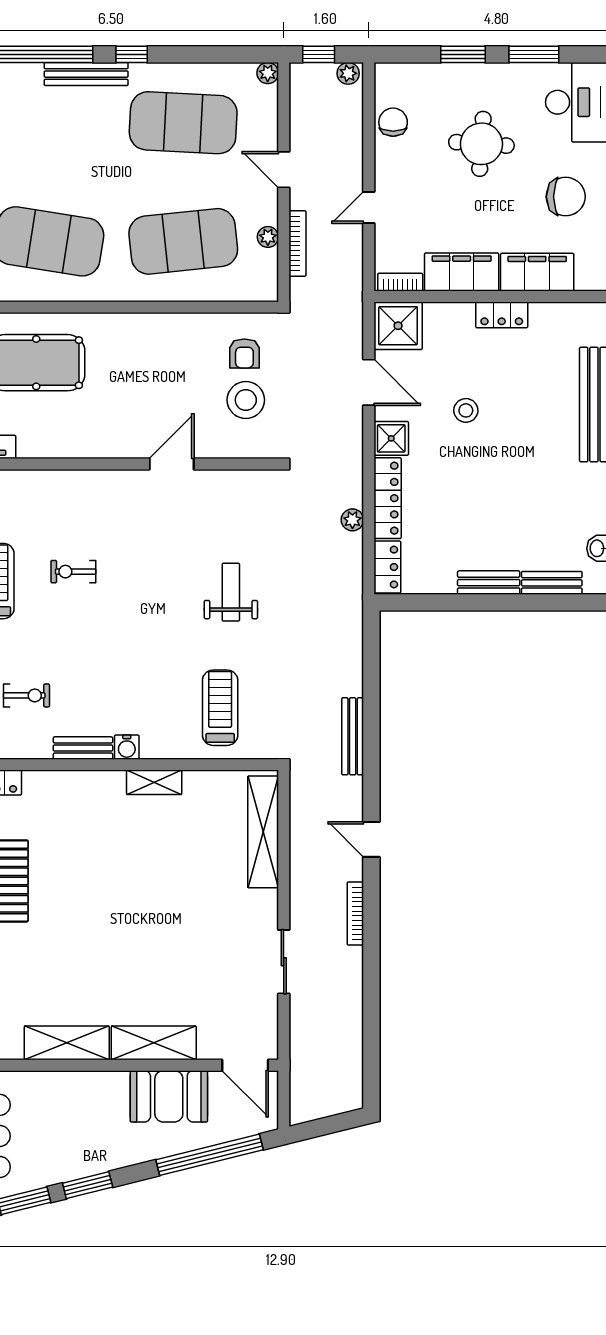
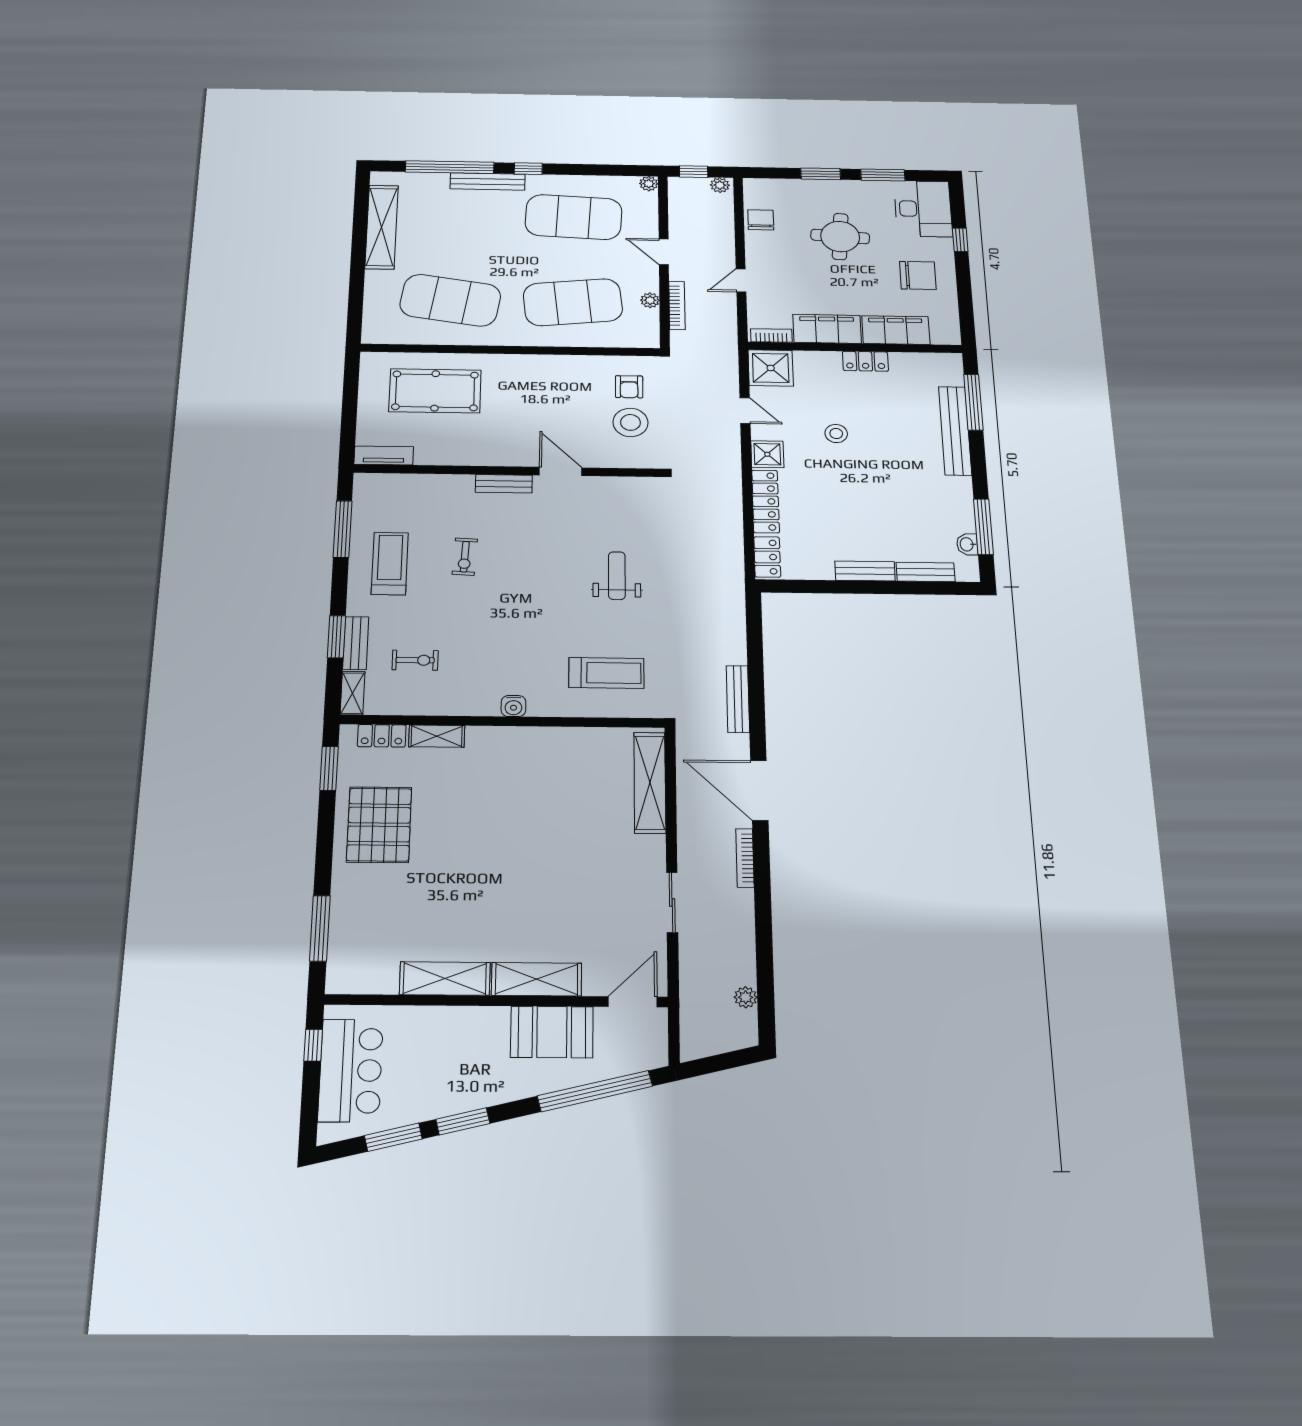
door: (369, 382) -> (745, 411), width x0.73
door: (172, 464) -> (561, 471), hinge flipped
plant: (352, 520) -> (746, 997), moved
exercise bike: (73, 572) -> (465, 557), turned -87
treadmill: (220, 708) -> (606, 673), turned 90
bench: (83, 748) -> (504, 484), moved
shelving: (154, 782) -> (437, 736), moved
door: (371, 839) -> (759, 790), width x1.88
door: (245, 1065) -> (633, 1002), swing flipped

